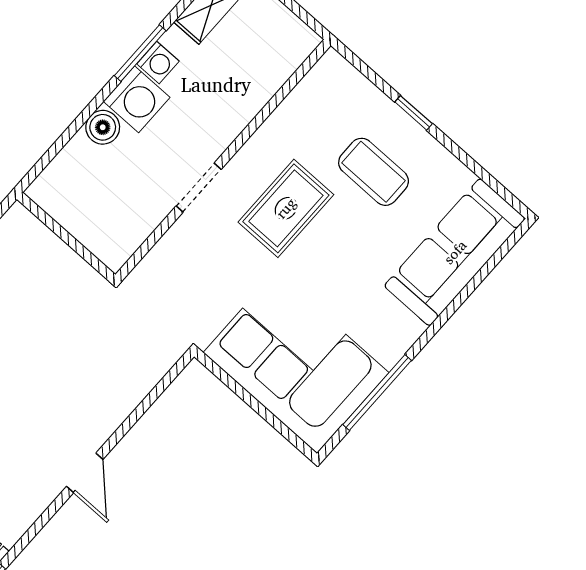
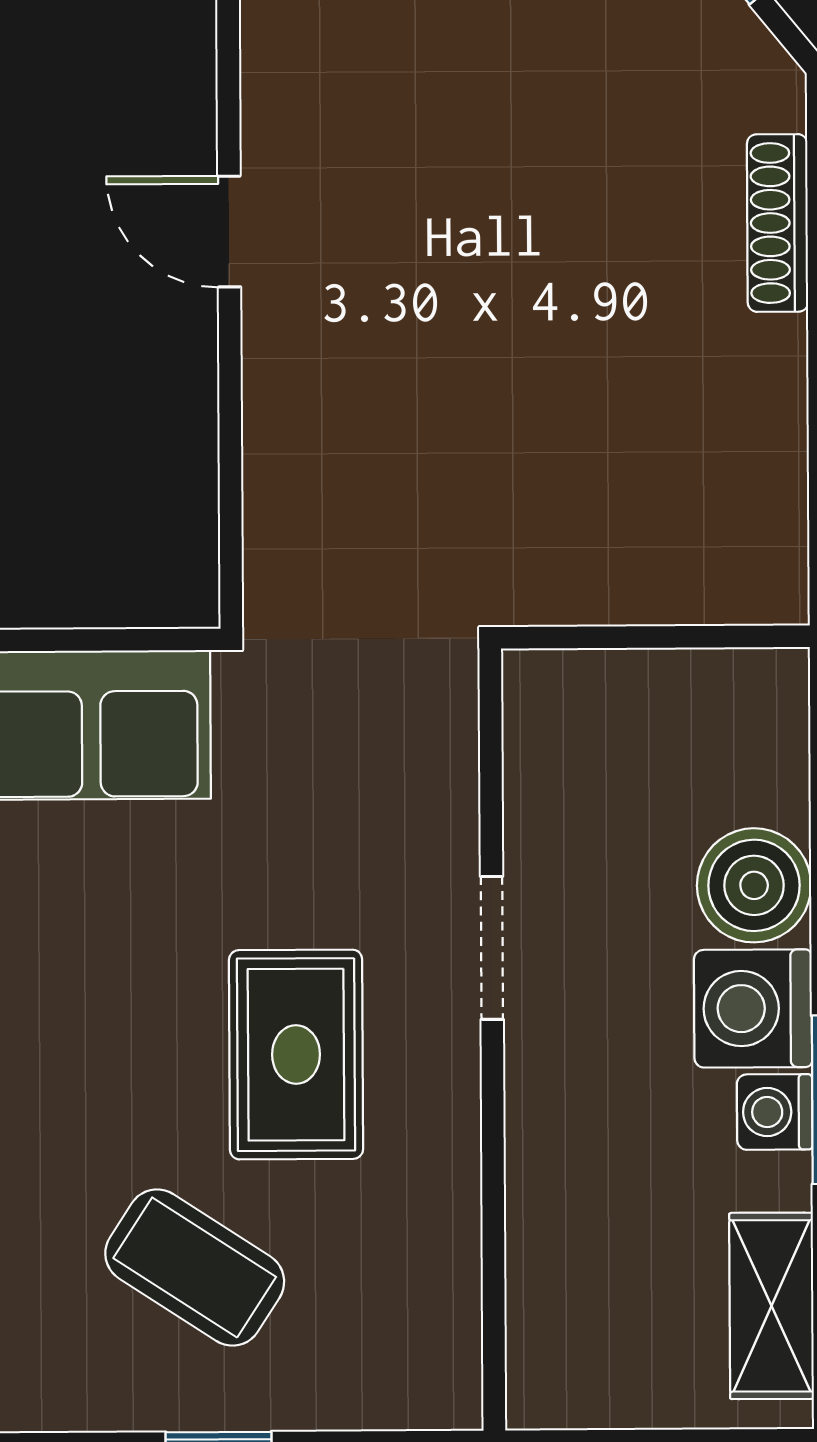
boiler: (103, 127) -> (754, 885), width x1.36, depth x1.36
coffee table: (374, 172) -> (195, 1268), turned 33

